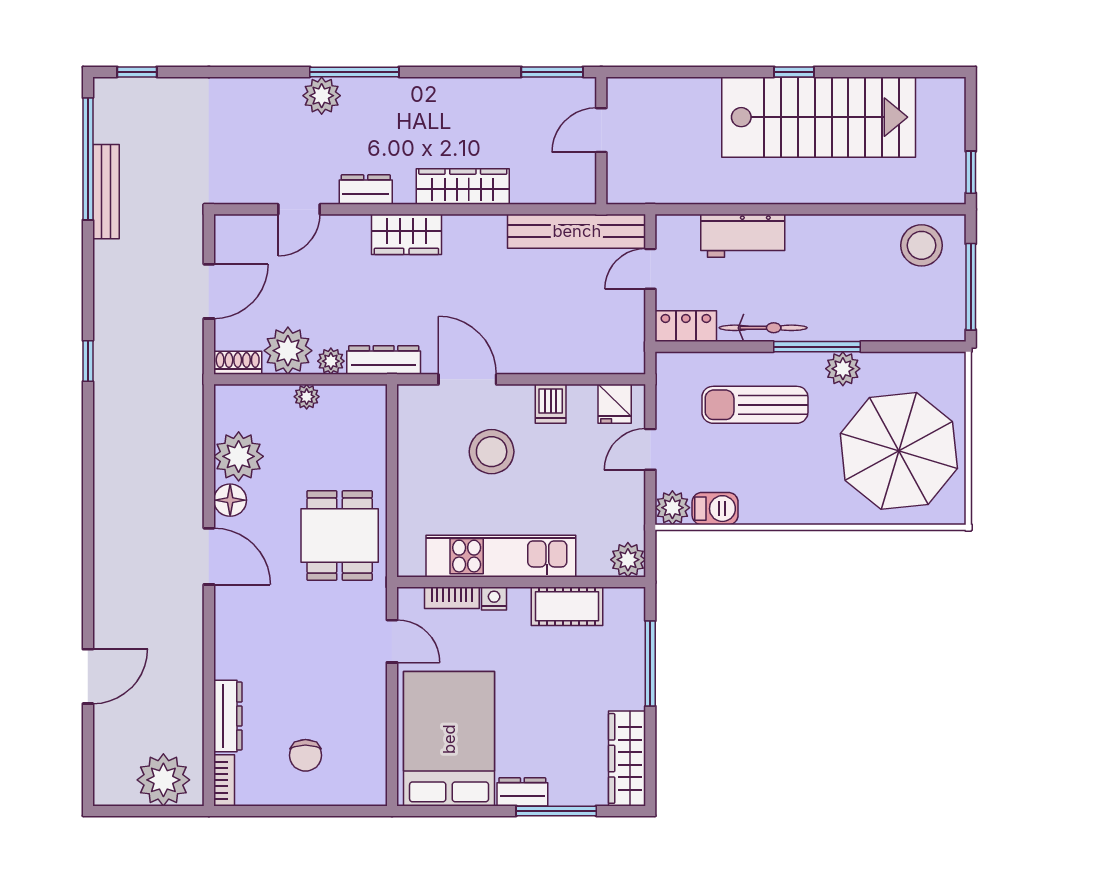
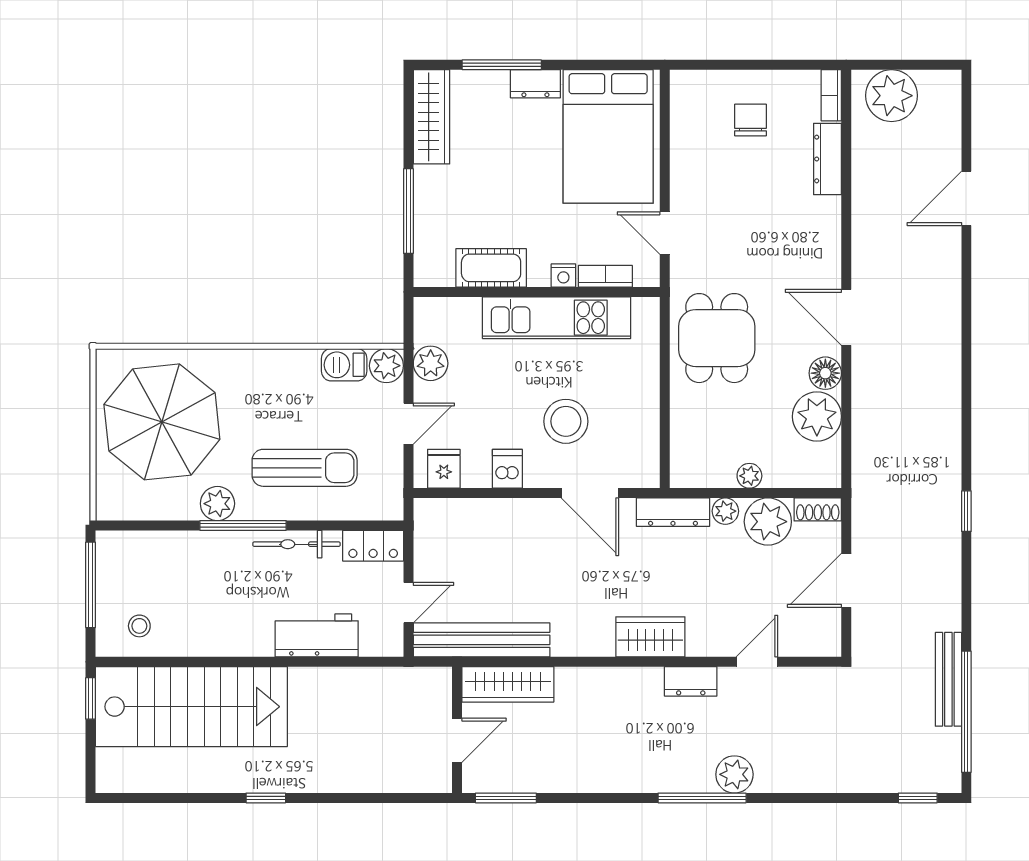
stairs: (819, 117) -> (191, 707), moved, turned 180
wardrobe: (463, 186) -> (508, 684), moved
stool: (921, 245) -> (139, 626), width x0.53, depth x0.53
plant: (628, 560) -> (431, 363), moved

